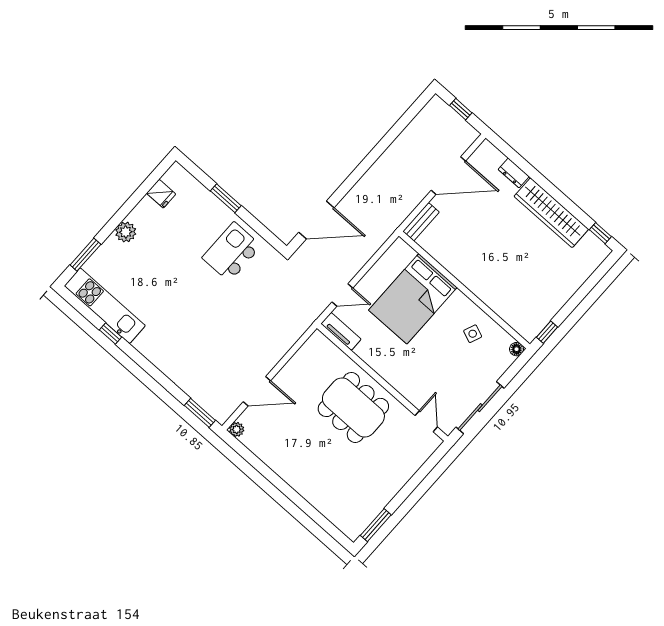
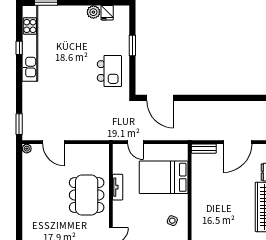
door: (448, 176) -> (237, 142), hinge flipped
plant: (126, 232) -> (93, 12), moved
kitchen island: (232, 252) -> (109, 71), turned 90
kitchen unit: (105, 306) -> (30, 43), width x1.36
tv unit: (341, 331) -> (118, 187), moved

